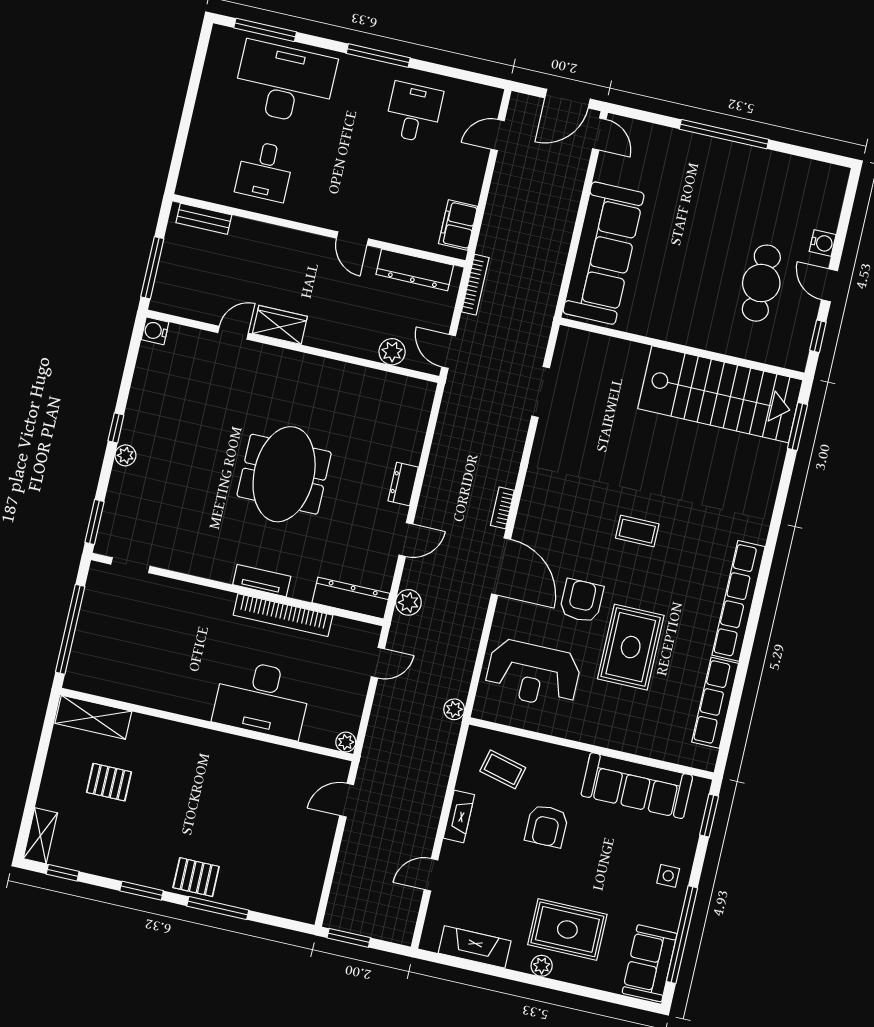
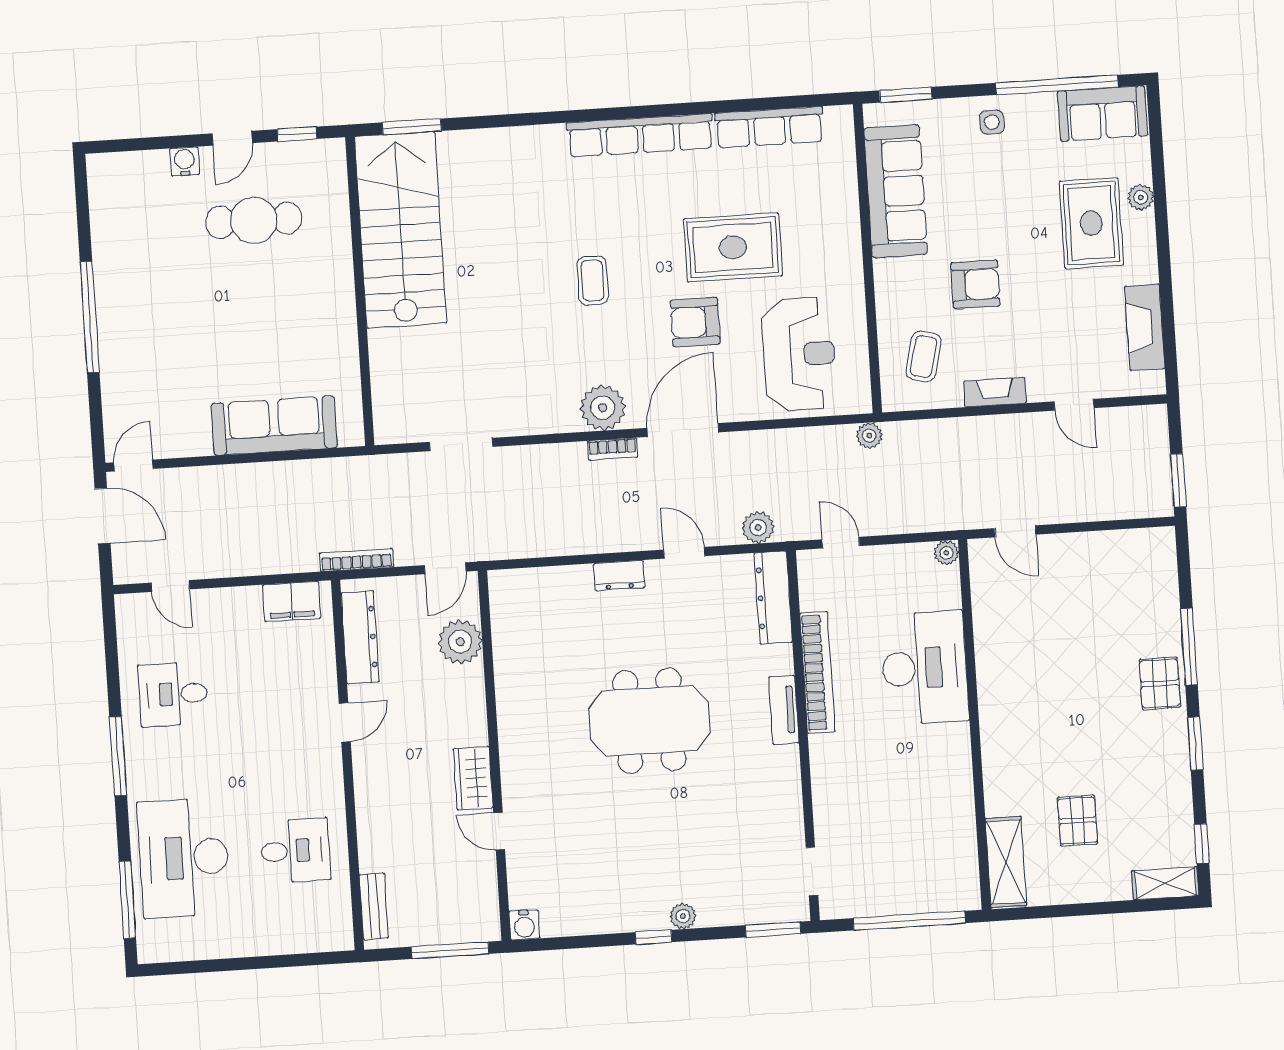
sofa: (604, 253) -> (274, 426), width x0.74, depth x0.79
plant: (392, 352) -> (460, 642), width x1.36, depth x1.36
plant: (537, 510) -> (603, 408), added
plant: (542, 966) -> (1141, 197), moved

